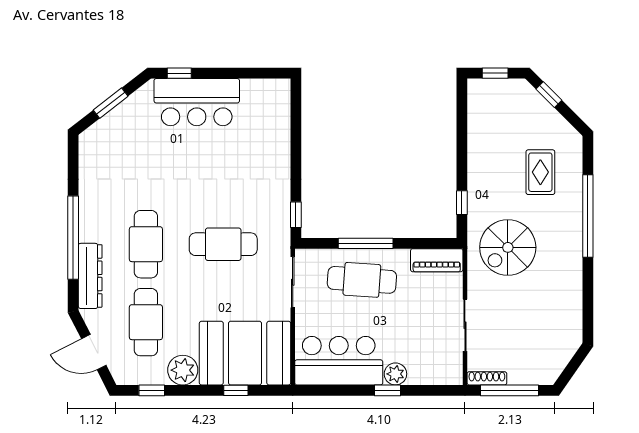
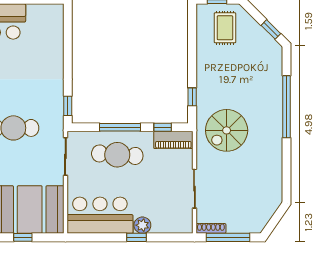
window: (549, 95) -> (271, 29), moved
rug: (540, 172) -> (225, 28), moved
window: (422, 243) -> (163, 127), added

